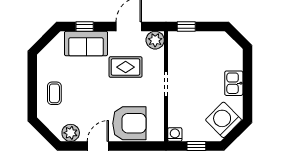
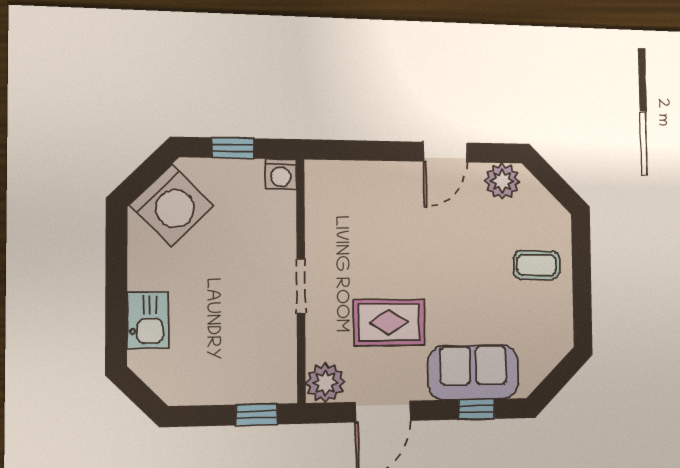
kitchen sink: (234, 83) -> (148, 320), moved
coffee table: (54, 93) -> (537, 265), turned 90
armchair: (129, 123) -> (380, 200), removed

